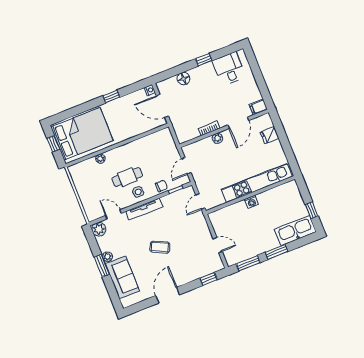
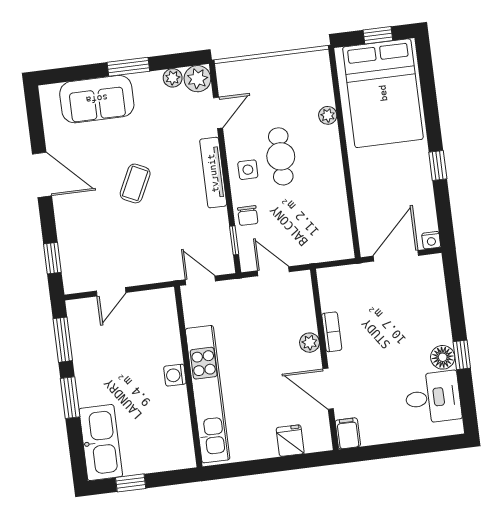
floor lamp: (184, 79) -> (443, 357), moved
plant: (108, 257) -> (173, 78), moved

